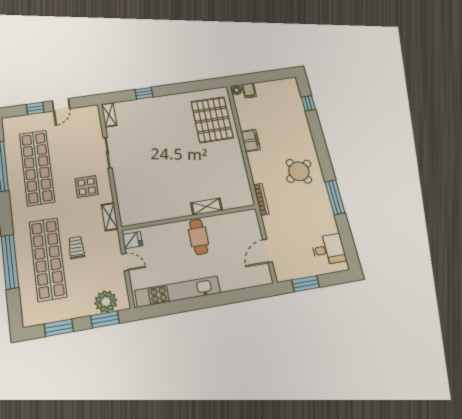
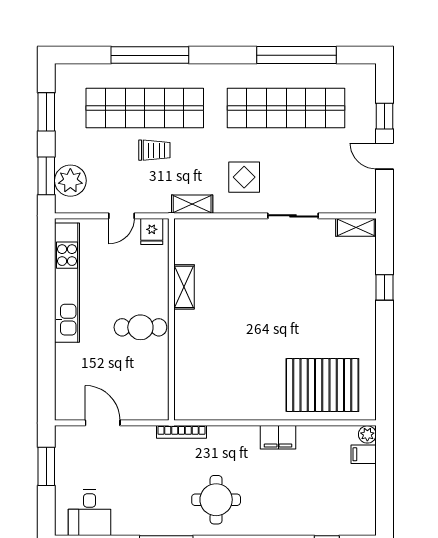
round table: (299, 171) -> (216, 500), turned 33
shelving: (207, 207) -> (184, 287), moved

